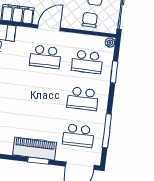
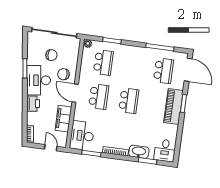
chair: (90, 20) -> (63, 74), moved
school desk: (83, 99) -> (129, 101), moved

